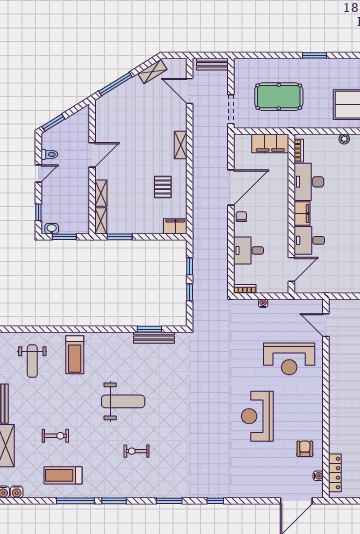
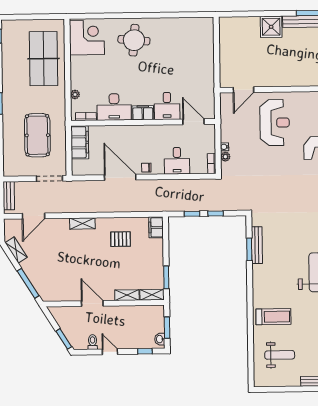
plant: (344, 139) -> (75, 94), moved
plant: (252, 304) -> (225, 157), added

